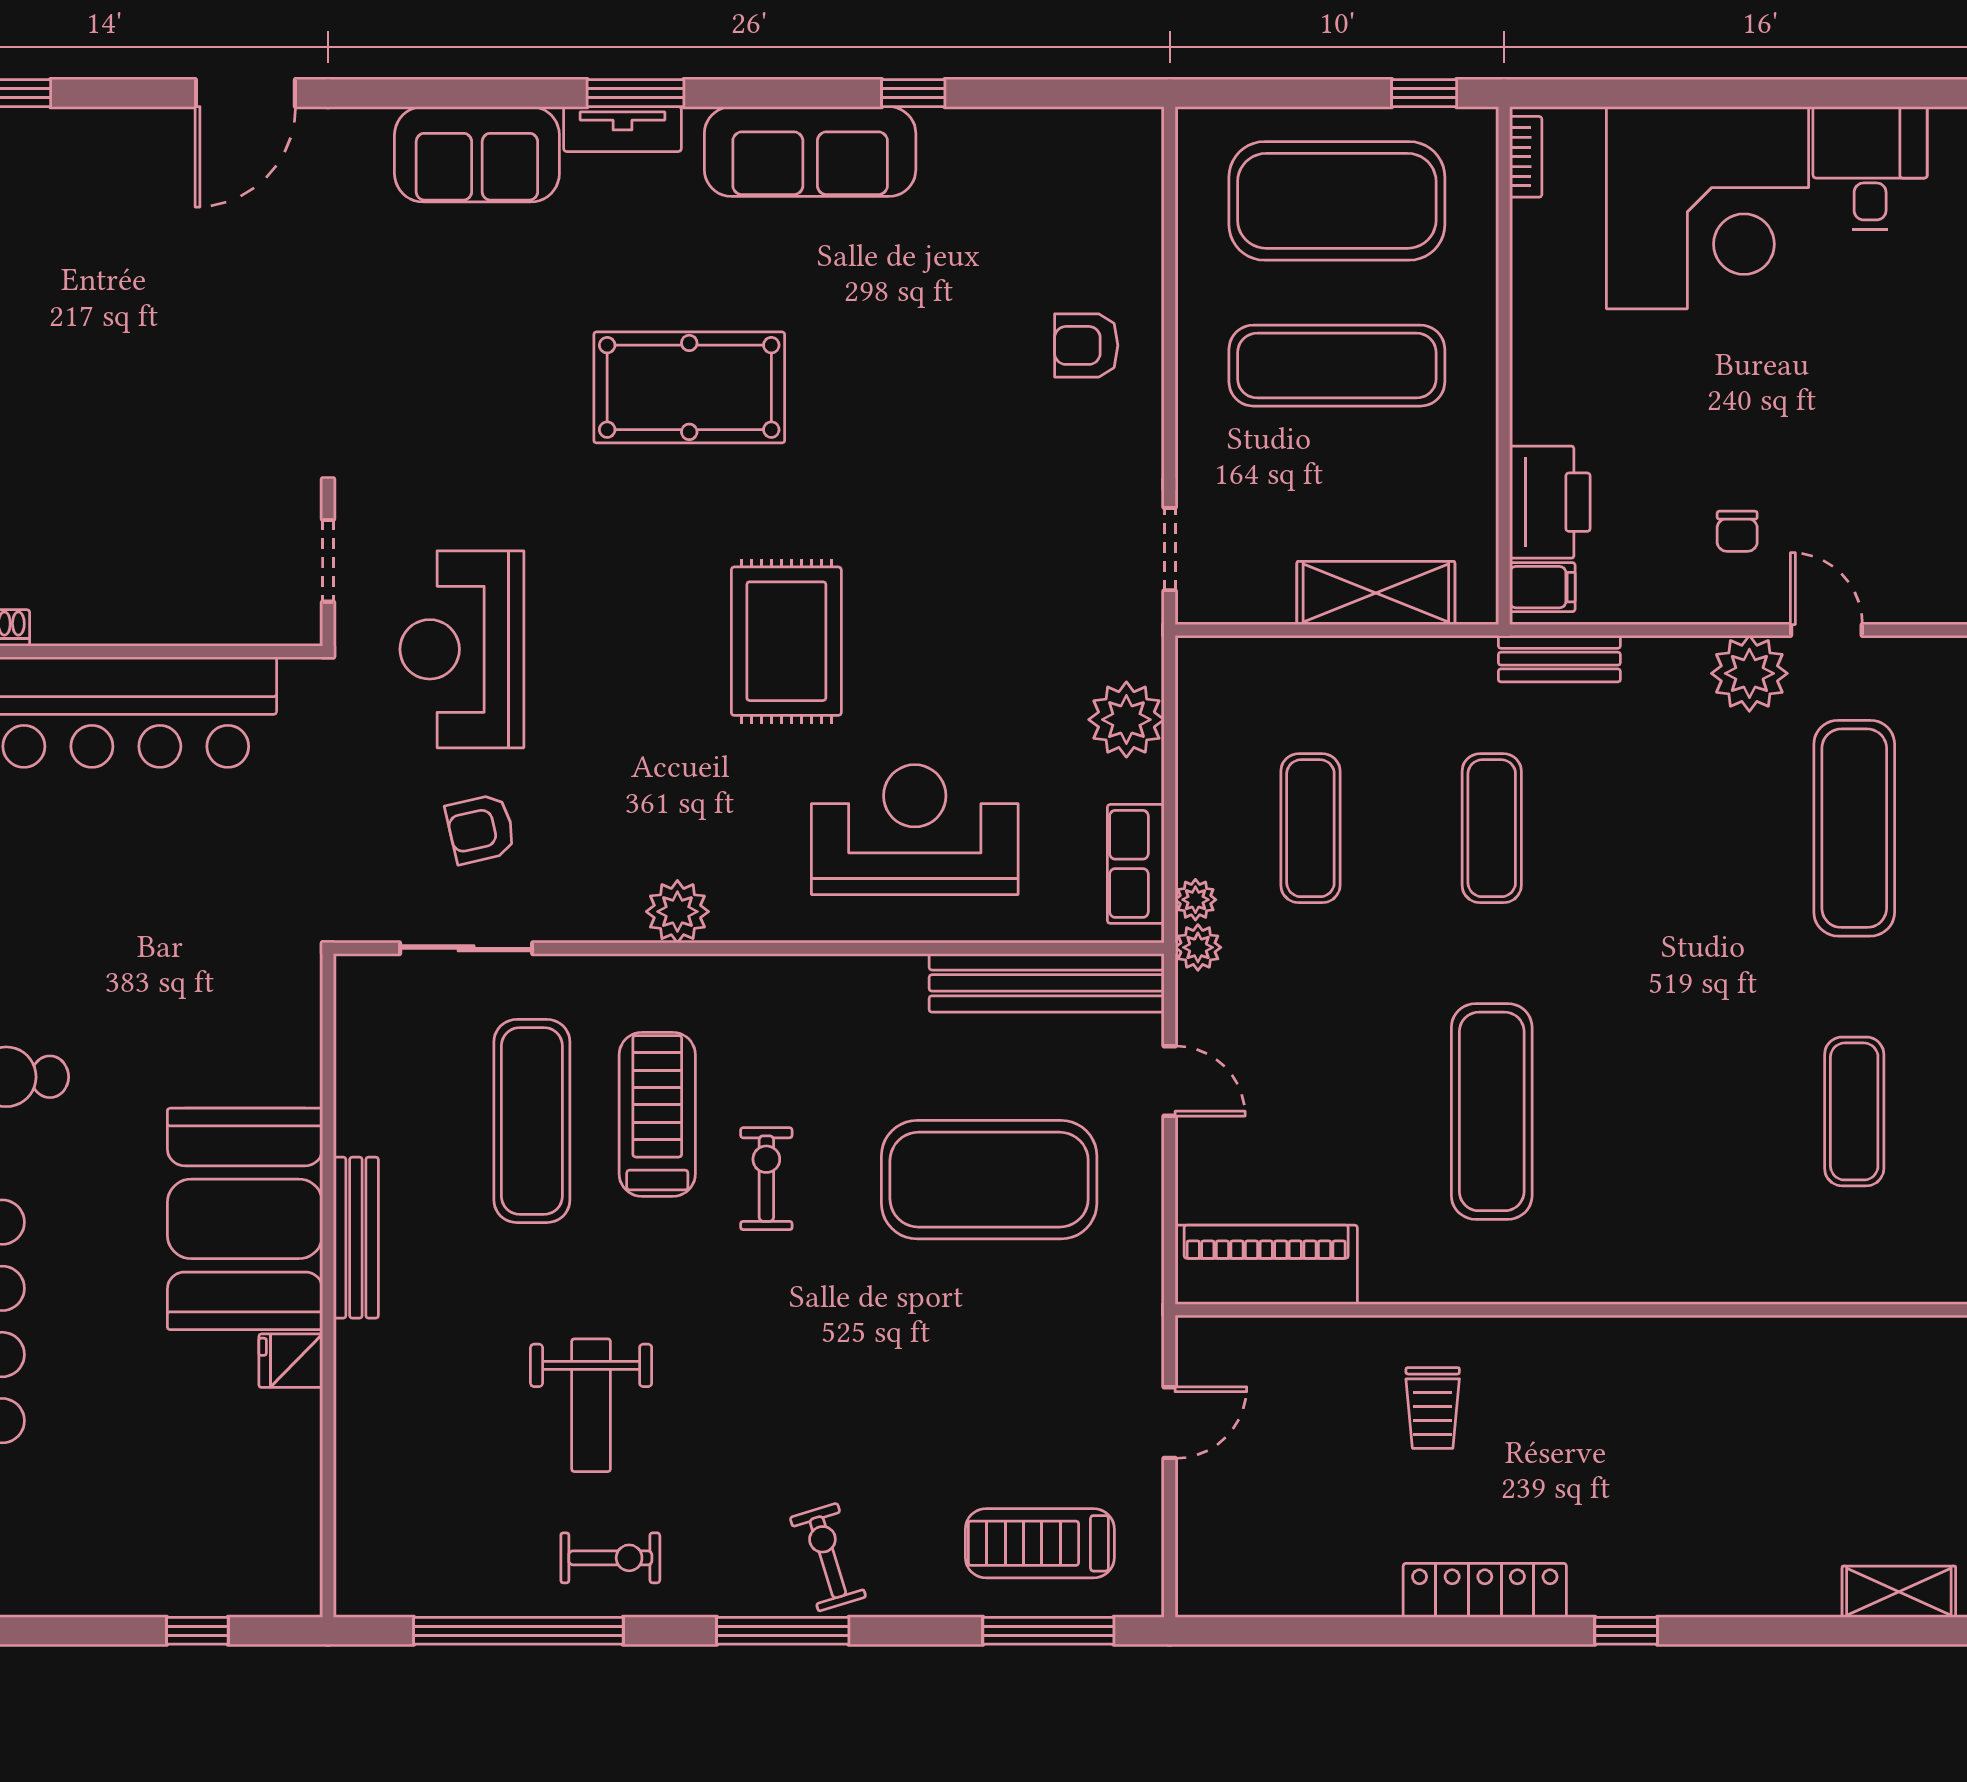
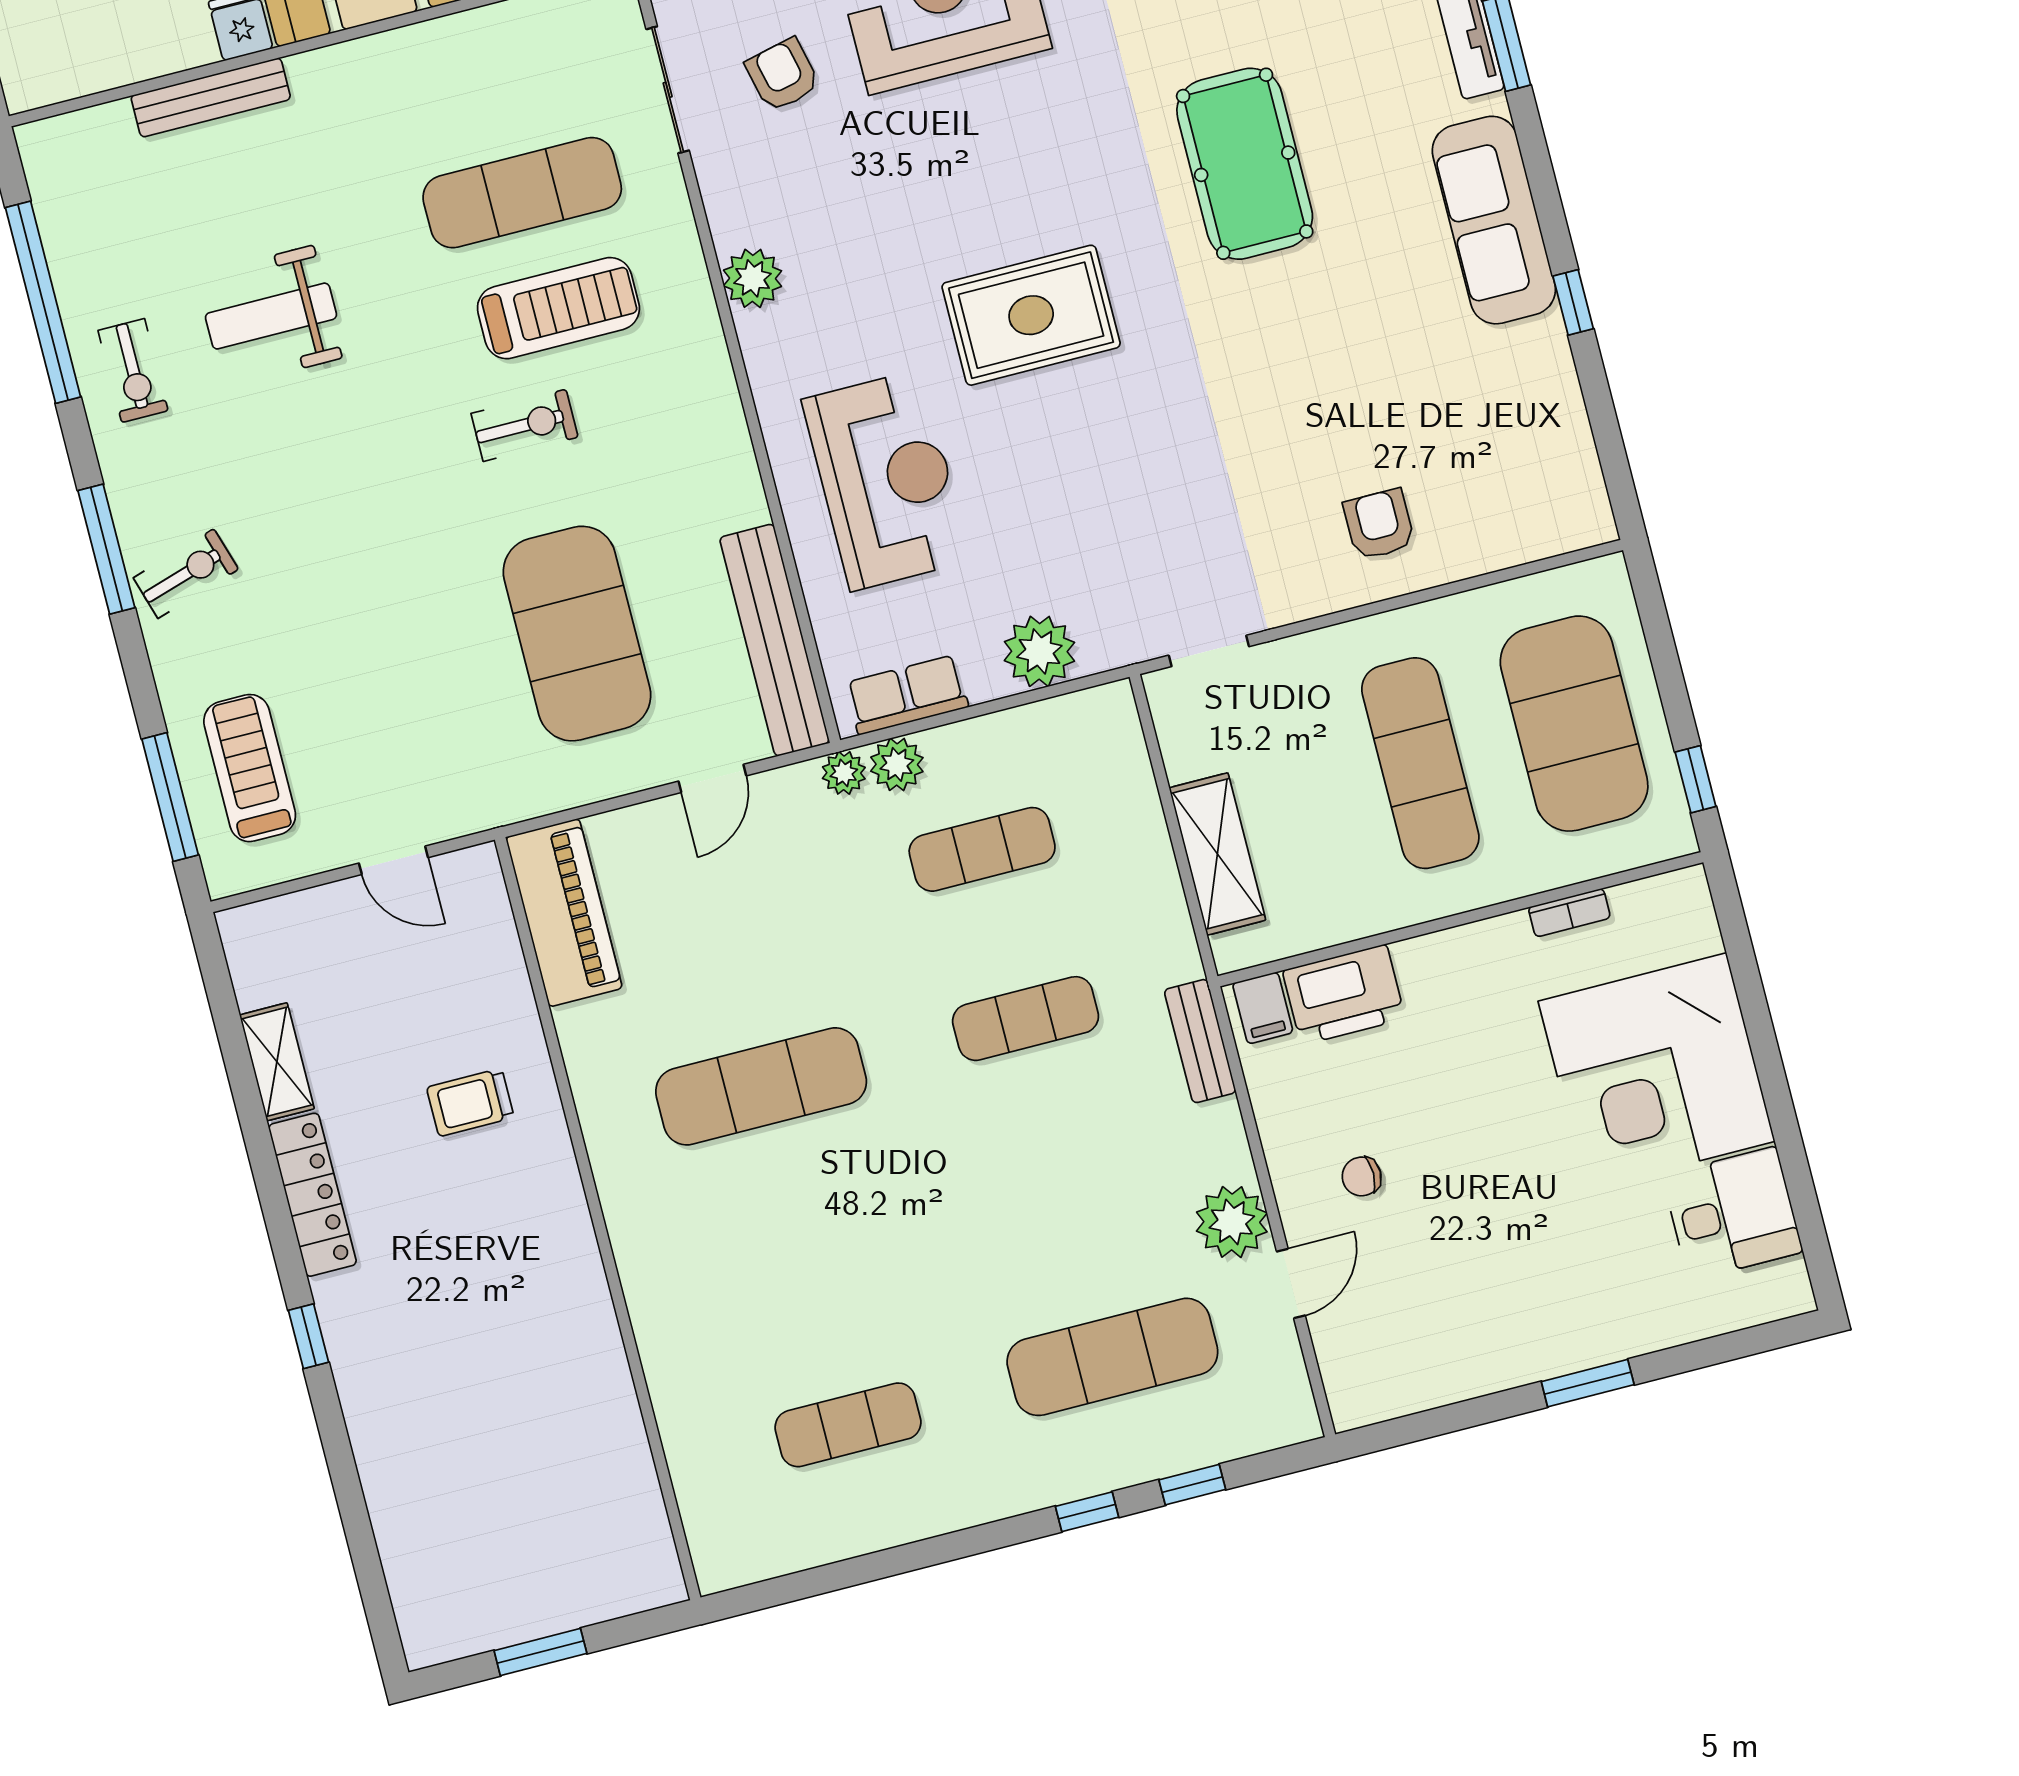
bookcase: (1526, 157) -> (1569, 913), moved
plant: (1195, 900) -> (897, 764), width x1.38, depth x1.38
bench: (356, 1238) -> (211, 97), moved
shelving: (1899, 1592) -> (277, 1062), moved

